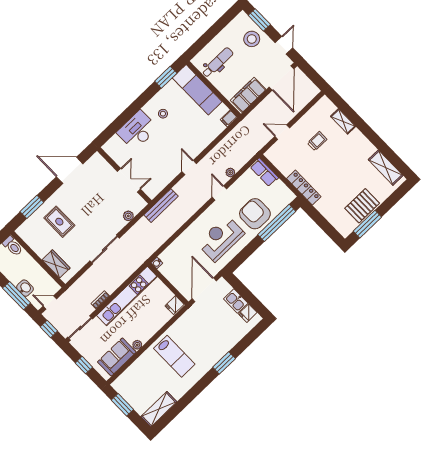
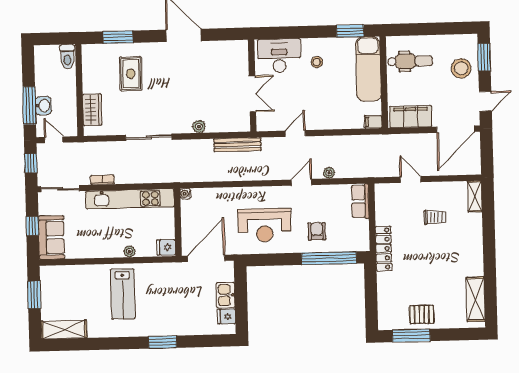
shelving: (343, 121) -> (475, 196), moved
wall: (124, 176) -> (252, 86), moved
double door: (129, 180) -> (252, 94), moved
pallet: (362, 206) -> (422, 314), width x0.67, depth x0.71
armchair: (255, 214) -> (317, 231), width x0.53, depth x0.53
reception desk: (221, 238) -> (265, 225), turned 180
plant: (137, 345) -> (129, 251), moved
sofa: (117, 357) -> (51, 238), moved, turned 90

